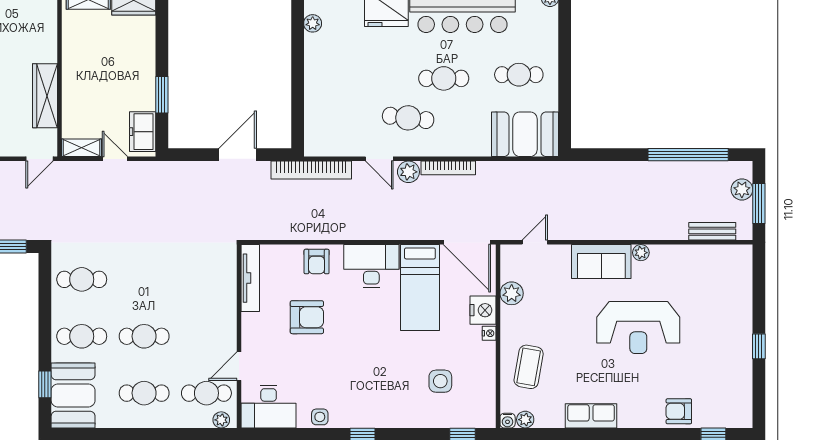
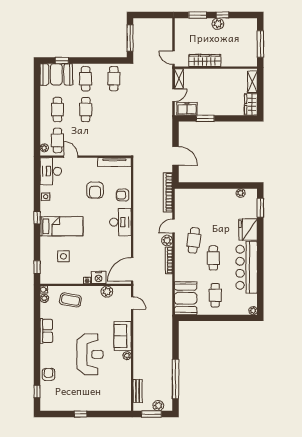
bed: (420, 287) -> (61, 226), moved, turned 180
reception desk: (638, 328) -> (90, 354), turned 180

